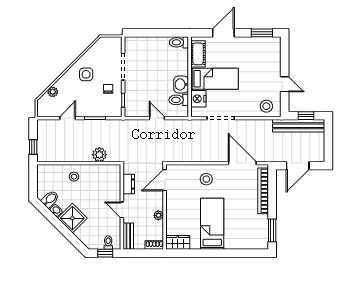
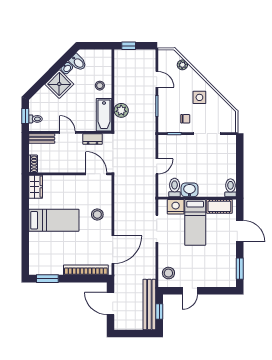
bathtub: (104, 172) -> (104, 115), added
door: (122, 210) -> (67, 132), hinge flipped
plant: (158, 215) -> (62, 168), removed

